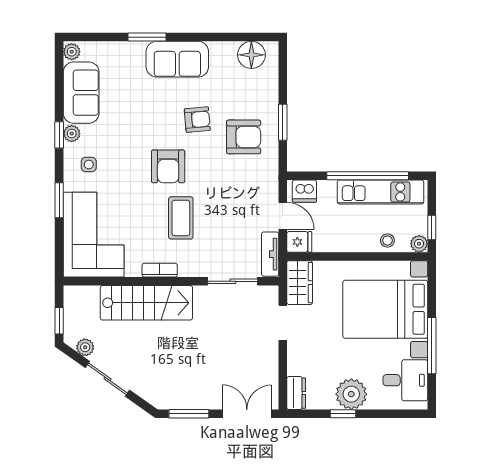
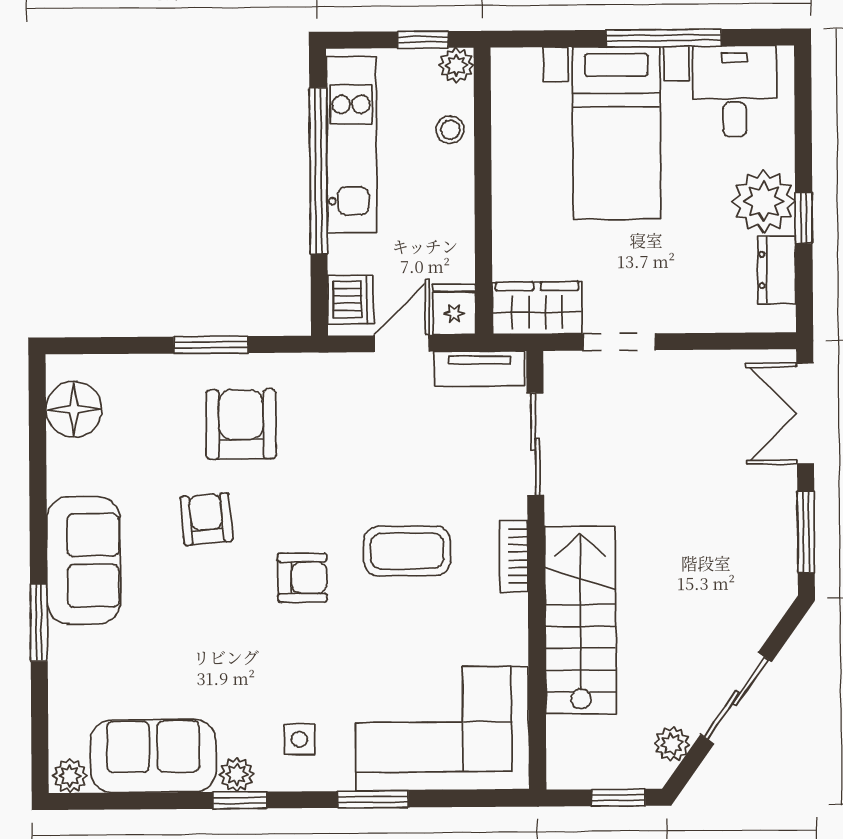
armchair: (168, 166) -> (302, 578), width x0.72, depth x0.72
bookcase: (160, 270) -> (513, 556), moved
bed with nightstands: (385, 309) -> (617, 133), width x0.73
dresser: (296, 393) -> (777, 270), moved, turned -90

